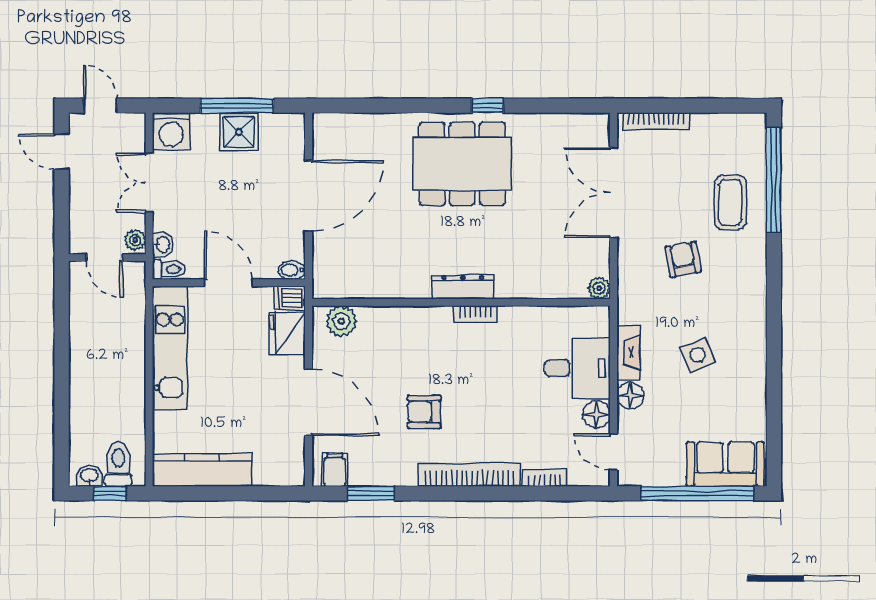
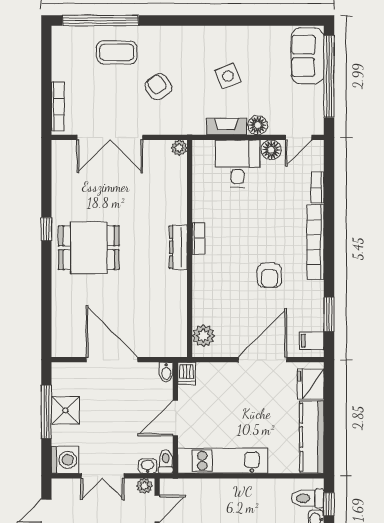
dining table: (462, 164) -> (89, 248), width x0.73
armchair: (683, 259) -> (158, 87), turned 65
fridge: (287, 333) -> (311, 384), moved, turned 90

